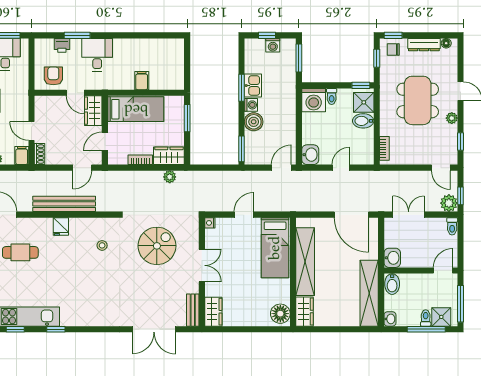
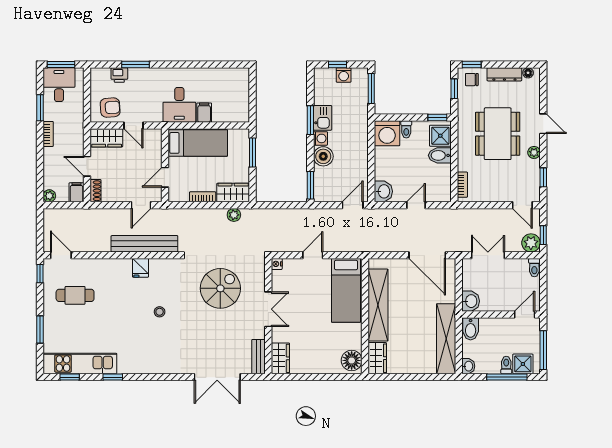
desk: (97, 55) -> (179, 105), moved, turned 180
armchair: (53, 76) -> (110, 108), turned 86
wardrobe: (93, 111) -> (107, 138), moved, turned -90
bench: (64, 204) -> (144, 244), moved
fridge: (61, 227) -> (141, 268), moved
stool: (102, 245) -> (160, 312), moved

